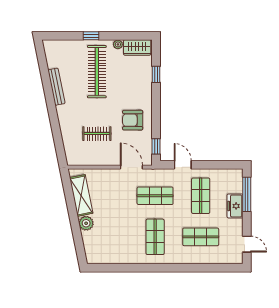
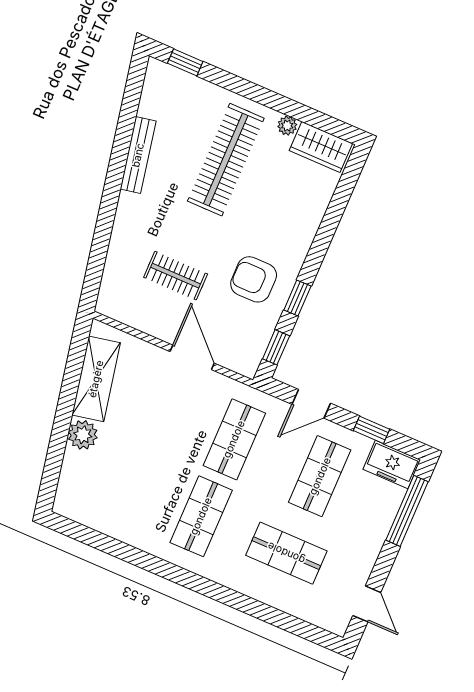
window: (91, 36) -> (185, 62), moved
window: (156, 74) -> (297, 298), moved
door: (183, 165) -> (311, 404), swing flipped
window: (215, 165) -> (371, 430), added
door: (131, 167) -> (192, 357), moved
shop shelf: (155, 196) -> (234, 439), turned 90
freezer: (235, 206) -> (392, 465), moved, turned -90

